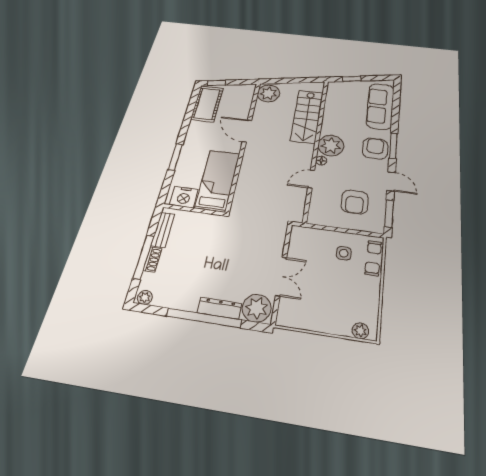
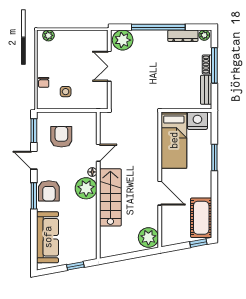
stairs: (307, 116) -> (110, 197), moved
chair: (374, 247) -> (43, 100), removed
dresser: (219, 308) -> (183, 36), moved

